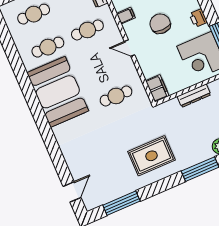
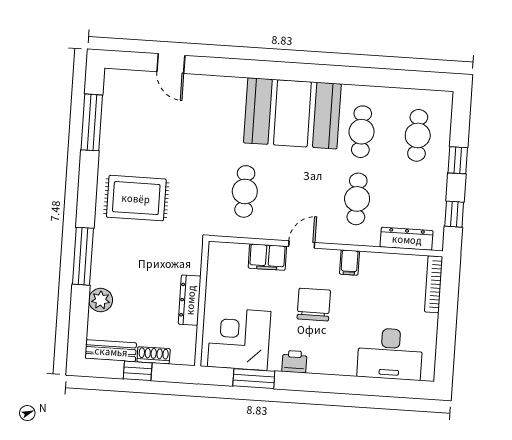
chair: (160, 24) -> (314, 305), turned -90
filing cabinet: (157, 88) -> (267, 257), moved
rug: (152, 156) -> (136, 198), turned 90
door: (72, 192) -> (171, 64), moved

